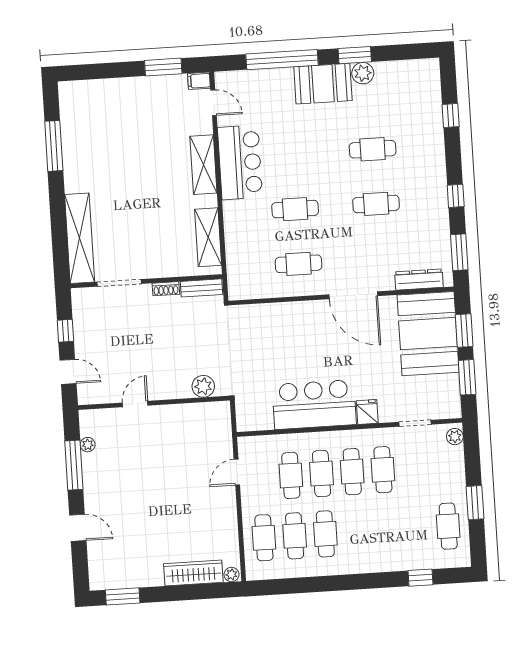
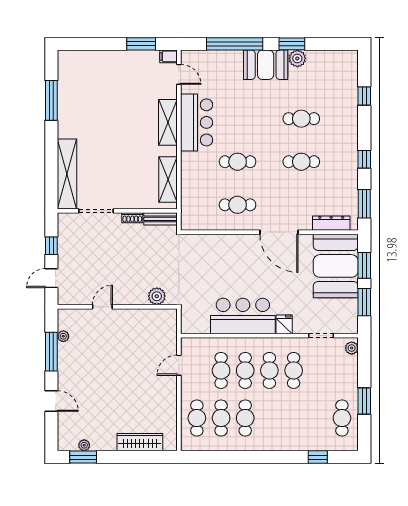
door: (68, 372) -> (51, 278), swing flipped
plant: (232, 575) -> (84, 445), moved

